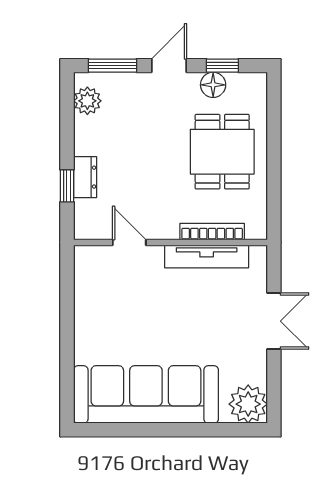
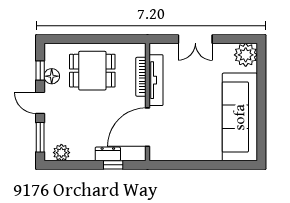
door: (129, 242) -> (148, 127), width x1.88
double door: (274, 321) -> (195, 39), swing flipped

